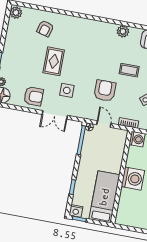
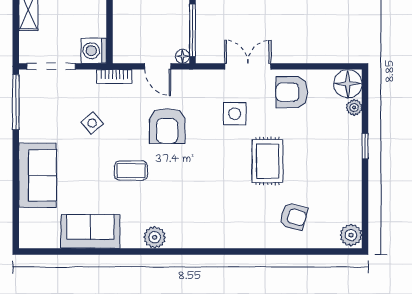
armchair: (45, 29) -> (293, 216), turned 89

